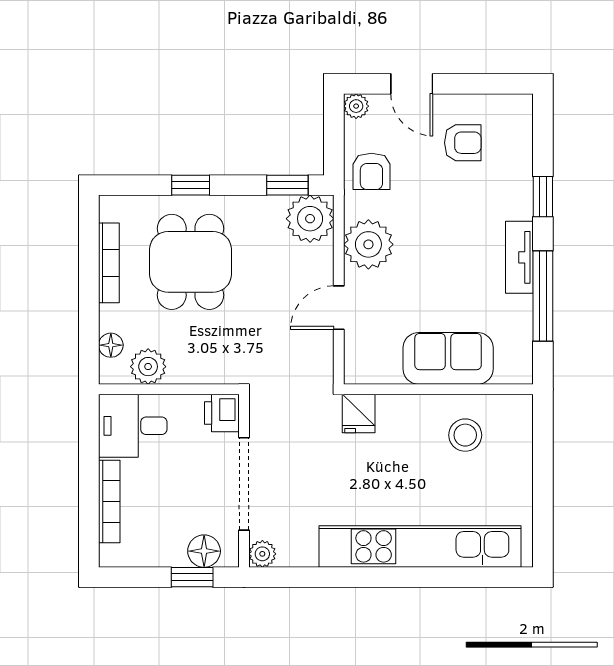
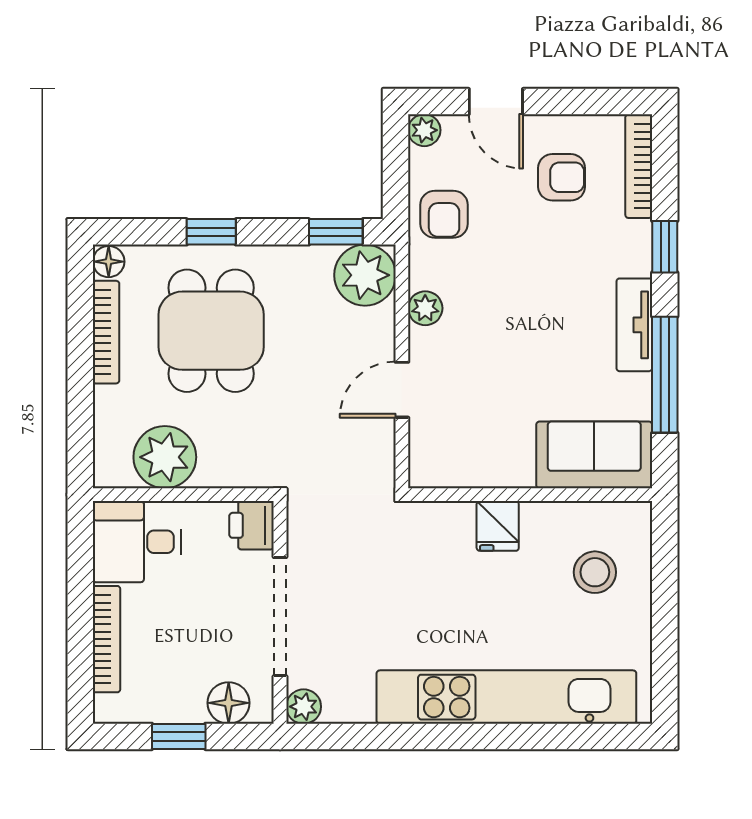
bookcase: (523, 134) -> (639, 166), added
plant: (368, 244) -> (425, 308), width x0.53, depth x0.53
floor lamp: (111, 345) -> (109, 262), moved
sofa: (448, 358) -> (594, 455), moved
plant: (148, 367) -> (165, 457), width x1.36, depth x1.36
fridge: (359, 414) -> (498, 526), moved
stool: (465, 435) -> (595, 572), moved
window: (192, 577) -> (179, 736), moved

